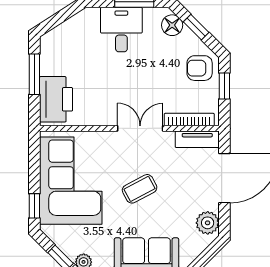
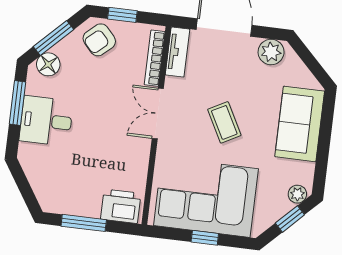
window: (196, 27) -> (54, 38), width x1.50
armchair: (200, 68) -> (99, 40), turned 48
printer: (56, 99) -> (121, 206), width x0.73, depth x0.84
window: (34, 206) -> (205, 238), moved

